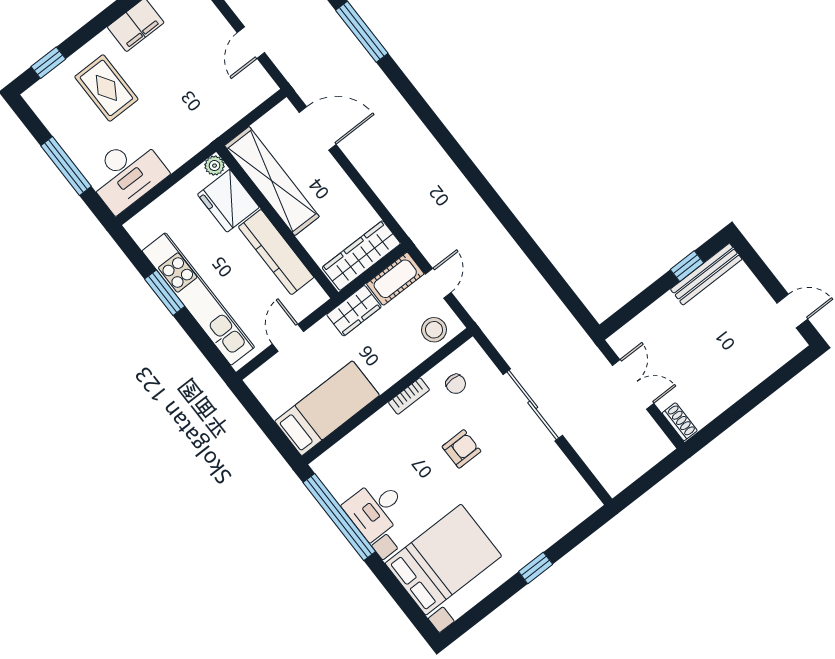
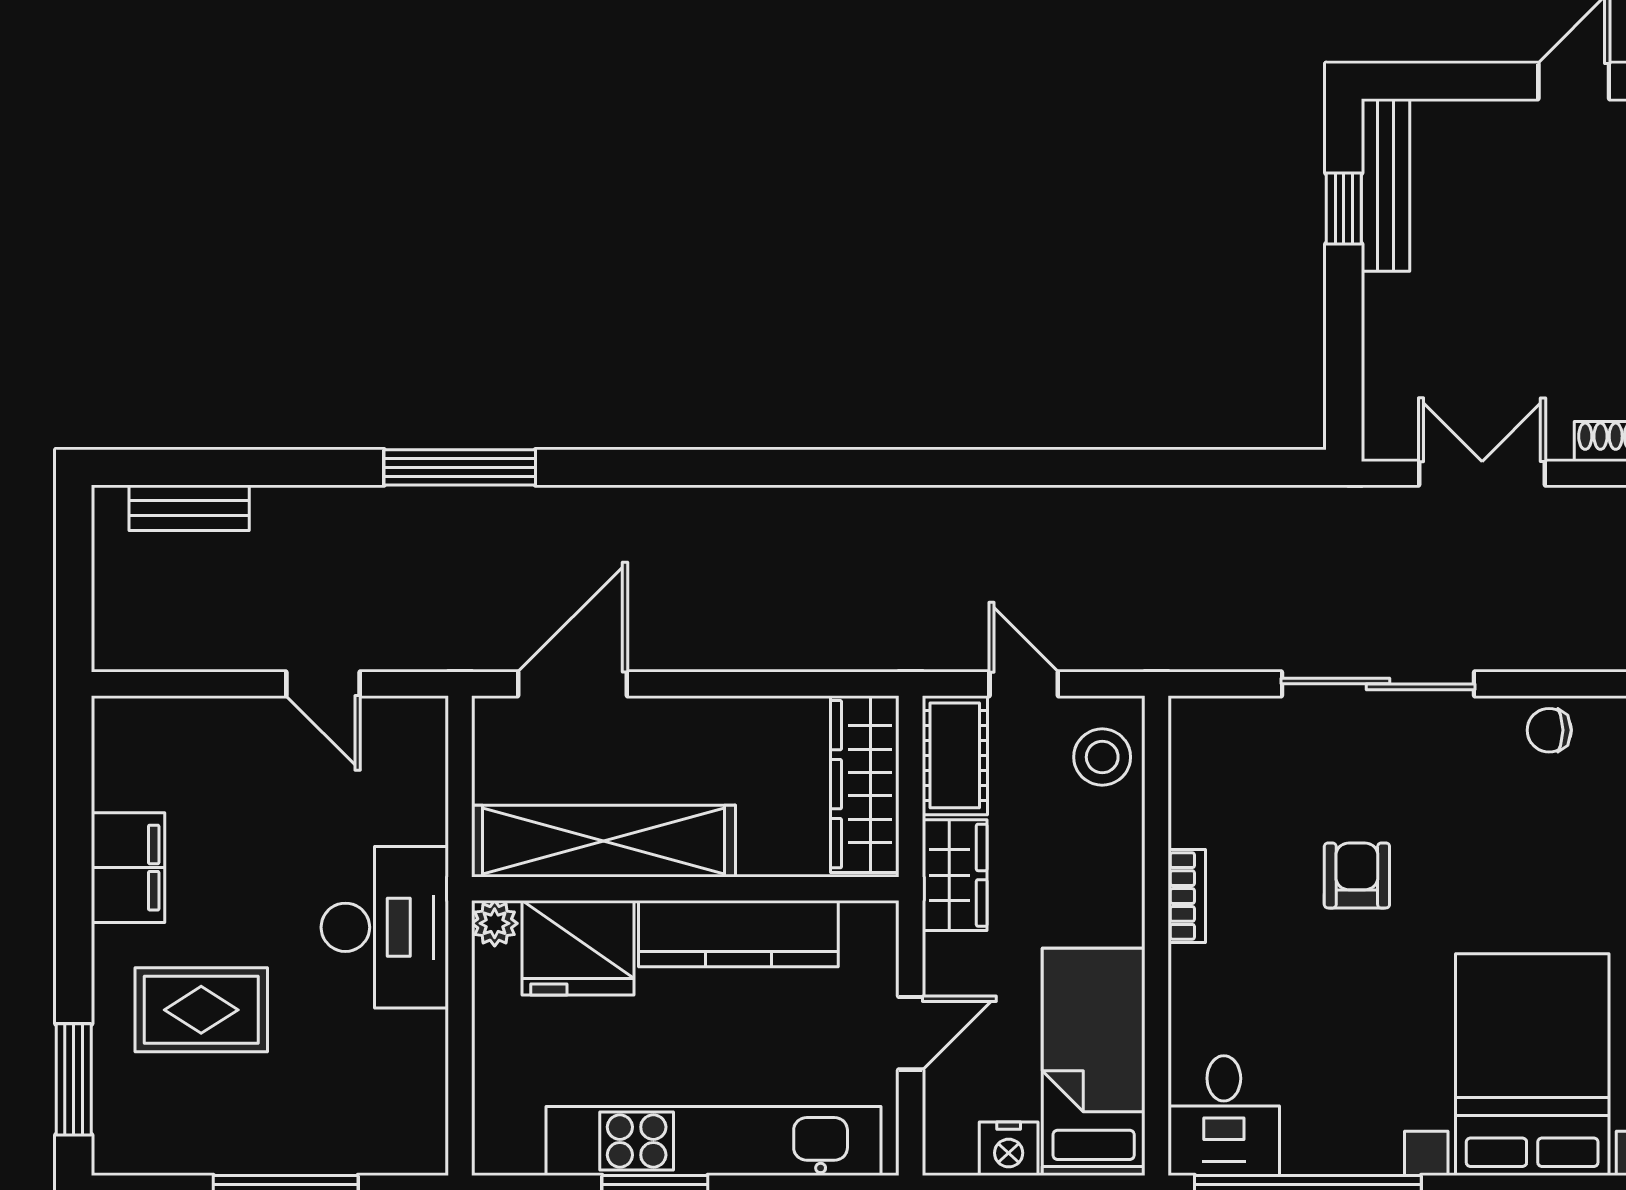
window: (48, 63) -> (74, 1079), width x1.50
desk: (126, 174) -> (385, 927), moved
door: (288, 338) -> (911, 1033), swing flipped
chair: (456, 384) -> (1549, 730), moved, turned 180
nightstand: (275, 402) -> (1009, 1149), added
desk: (376, 509) -> (1224, 1116), moved

